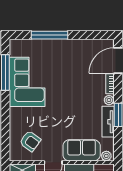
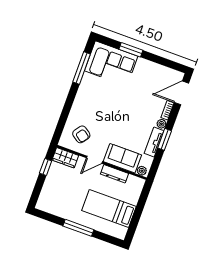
window: (49, 35) -> (131, 50), width x0.69
corner sofa: (27, 82) -> (111, 64), moved, turned 90

